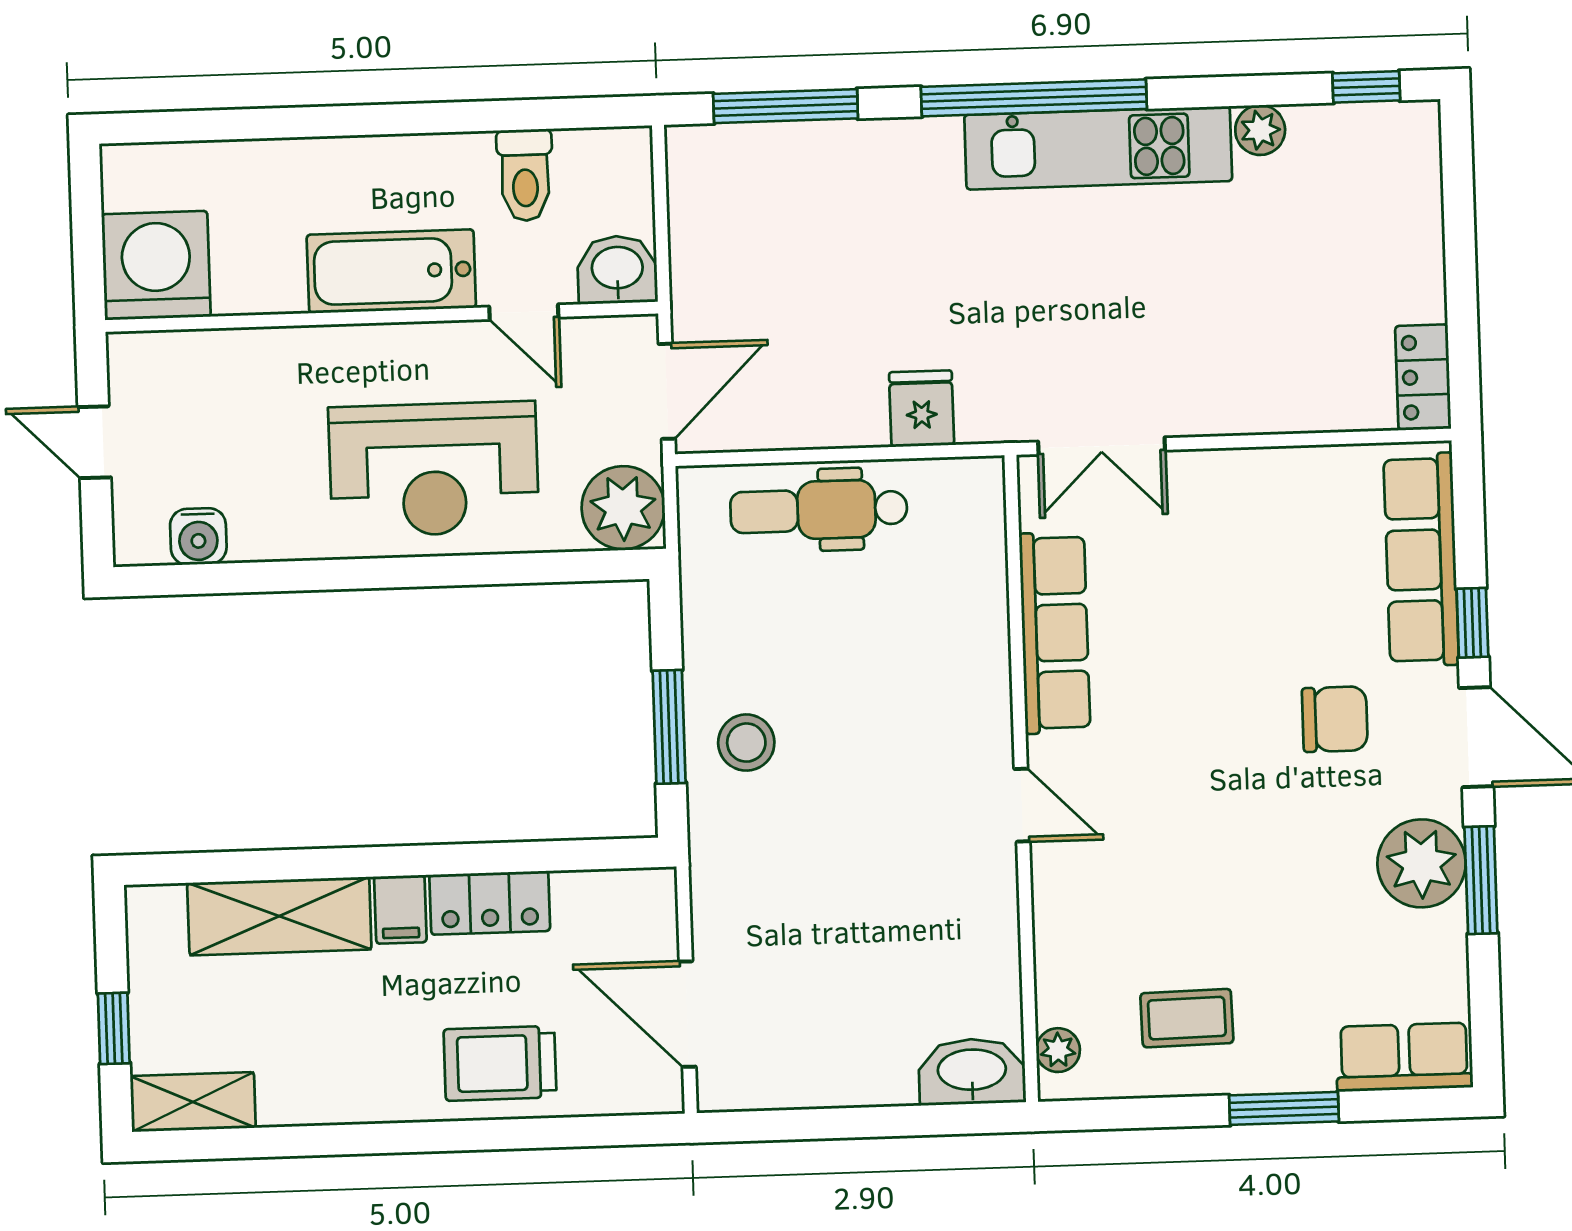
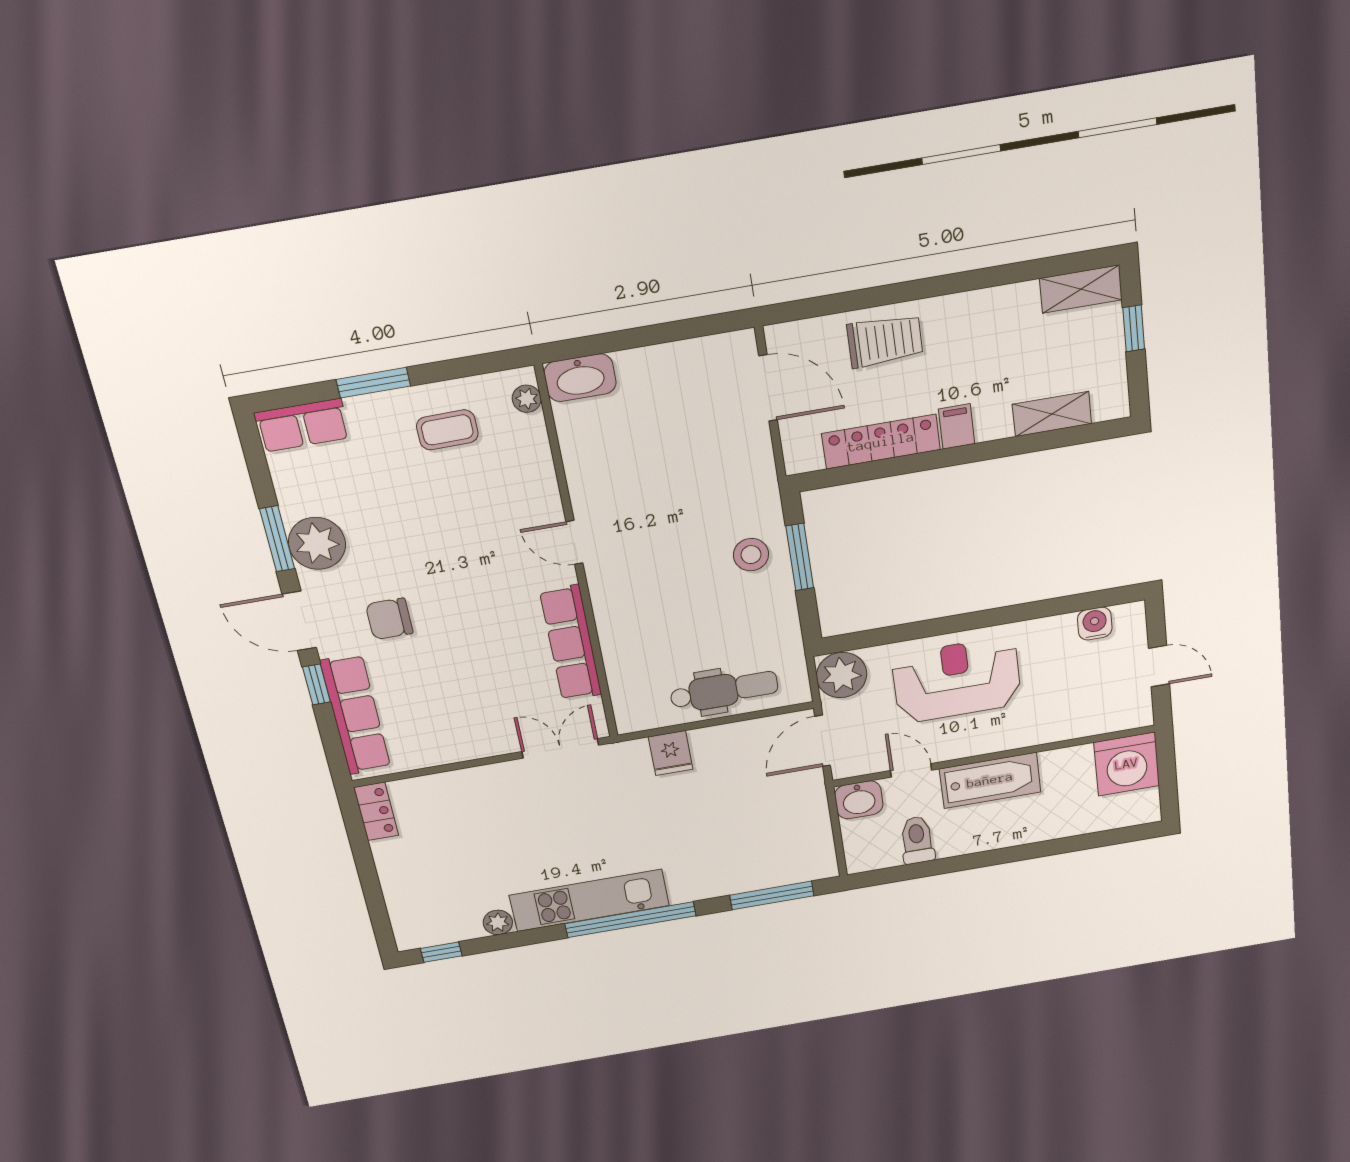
locker: (490, 903) -> (881, 442), width x1.53
shelving: (279, 916) -> (1052, 414), width x0.67, depth x0.75

